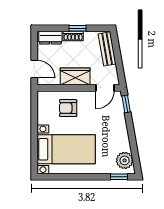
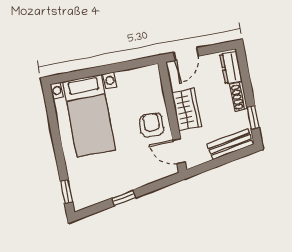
window: (78, 28) -> (253, 117), moved
window: (126, 104) -> (123, 198), moved
armchair: (68, 108) -> (152, 125), moved
plant: (125, 160) -> (89, 195), removed

